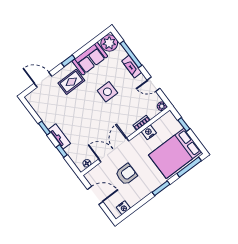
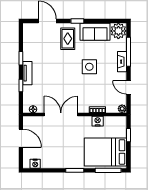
rug: (71, 82) -> (68, 39), turned 90
armchair: (126, 174) -> (57, 140), removed

